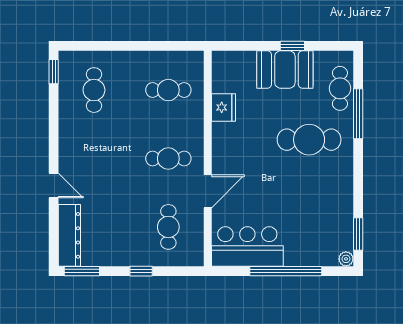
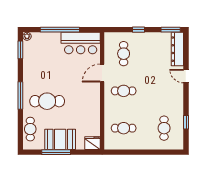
window: (292, 46) -> (56, 152), width x2.17
window: (54, 72) -> (186, 122), moved
fridge: (224, 107) -> (93, 143), moved, turned 90
window: (358, 114) -> (20, 95), moved

